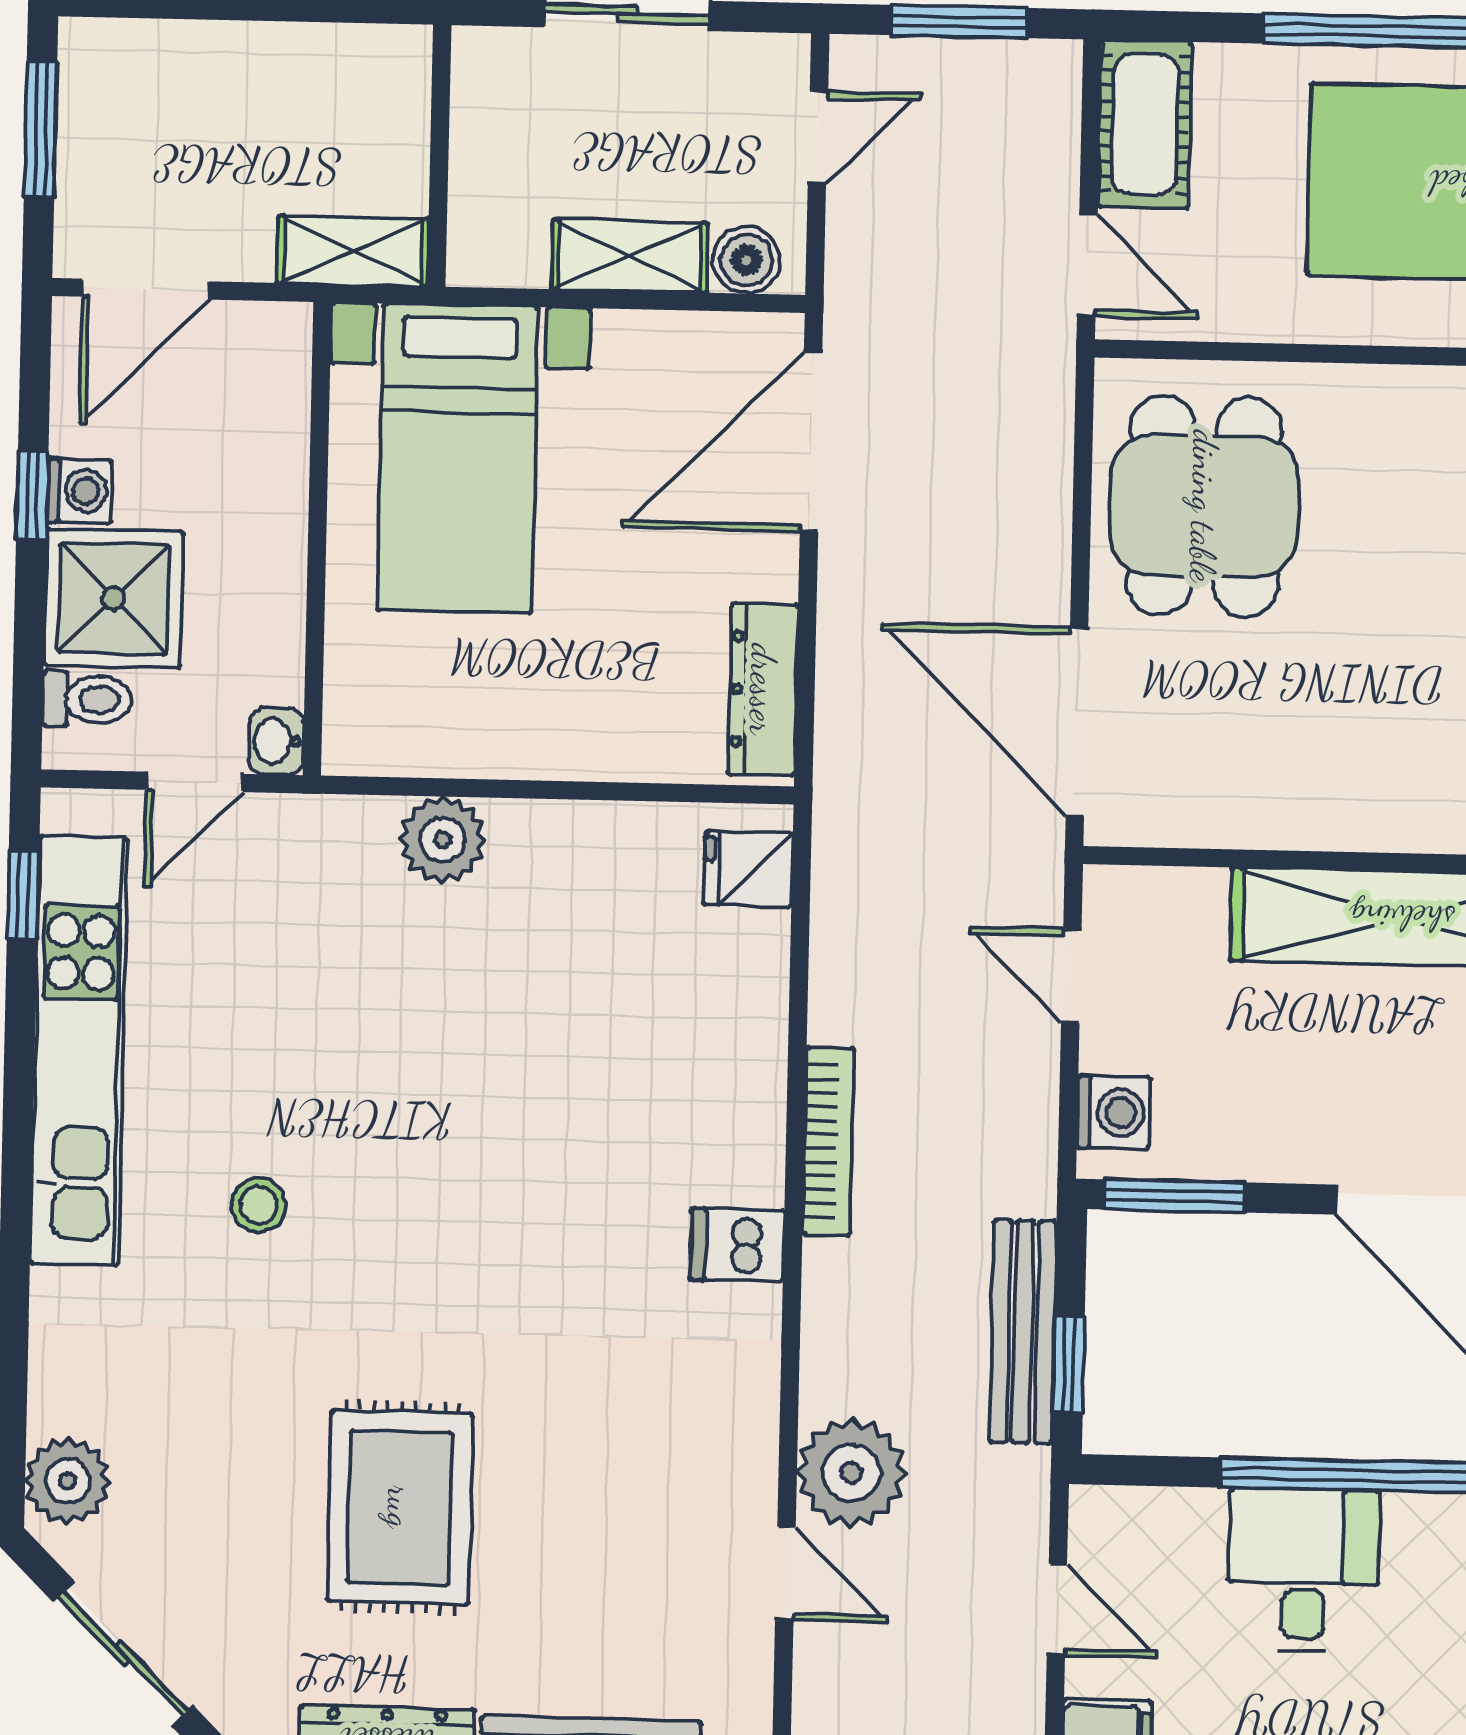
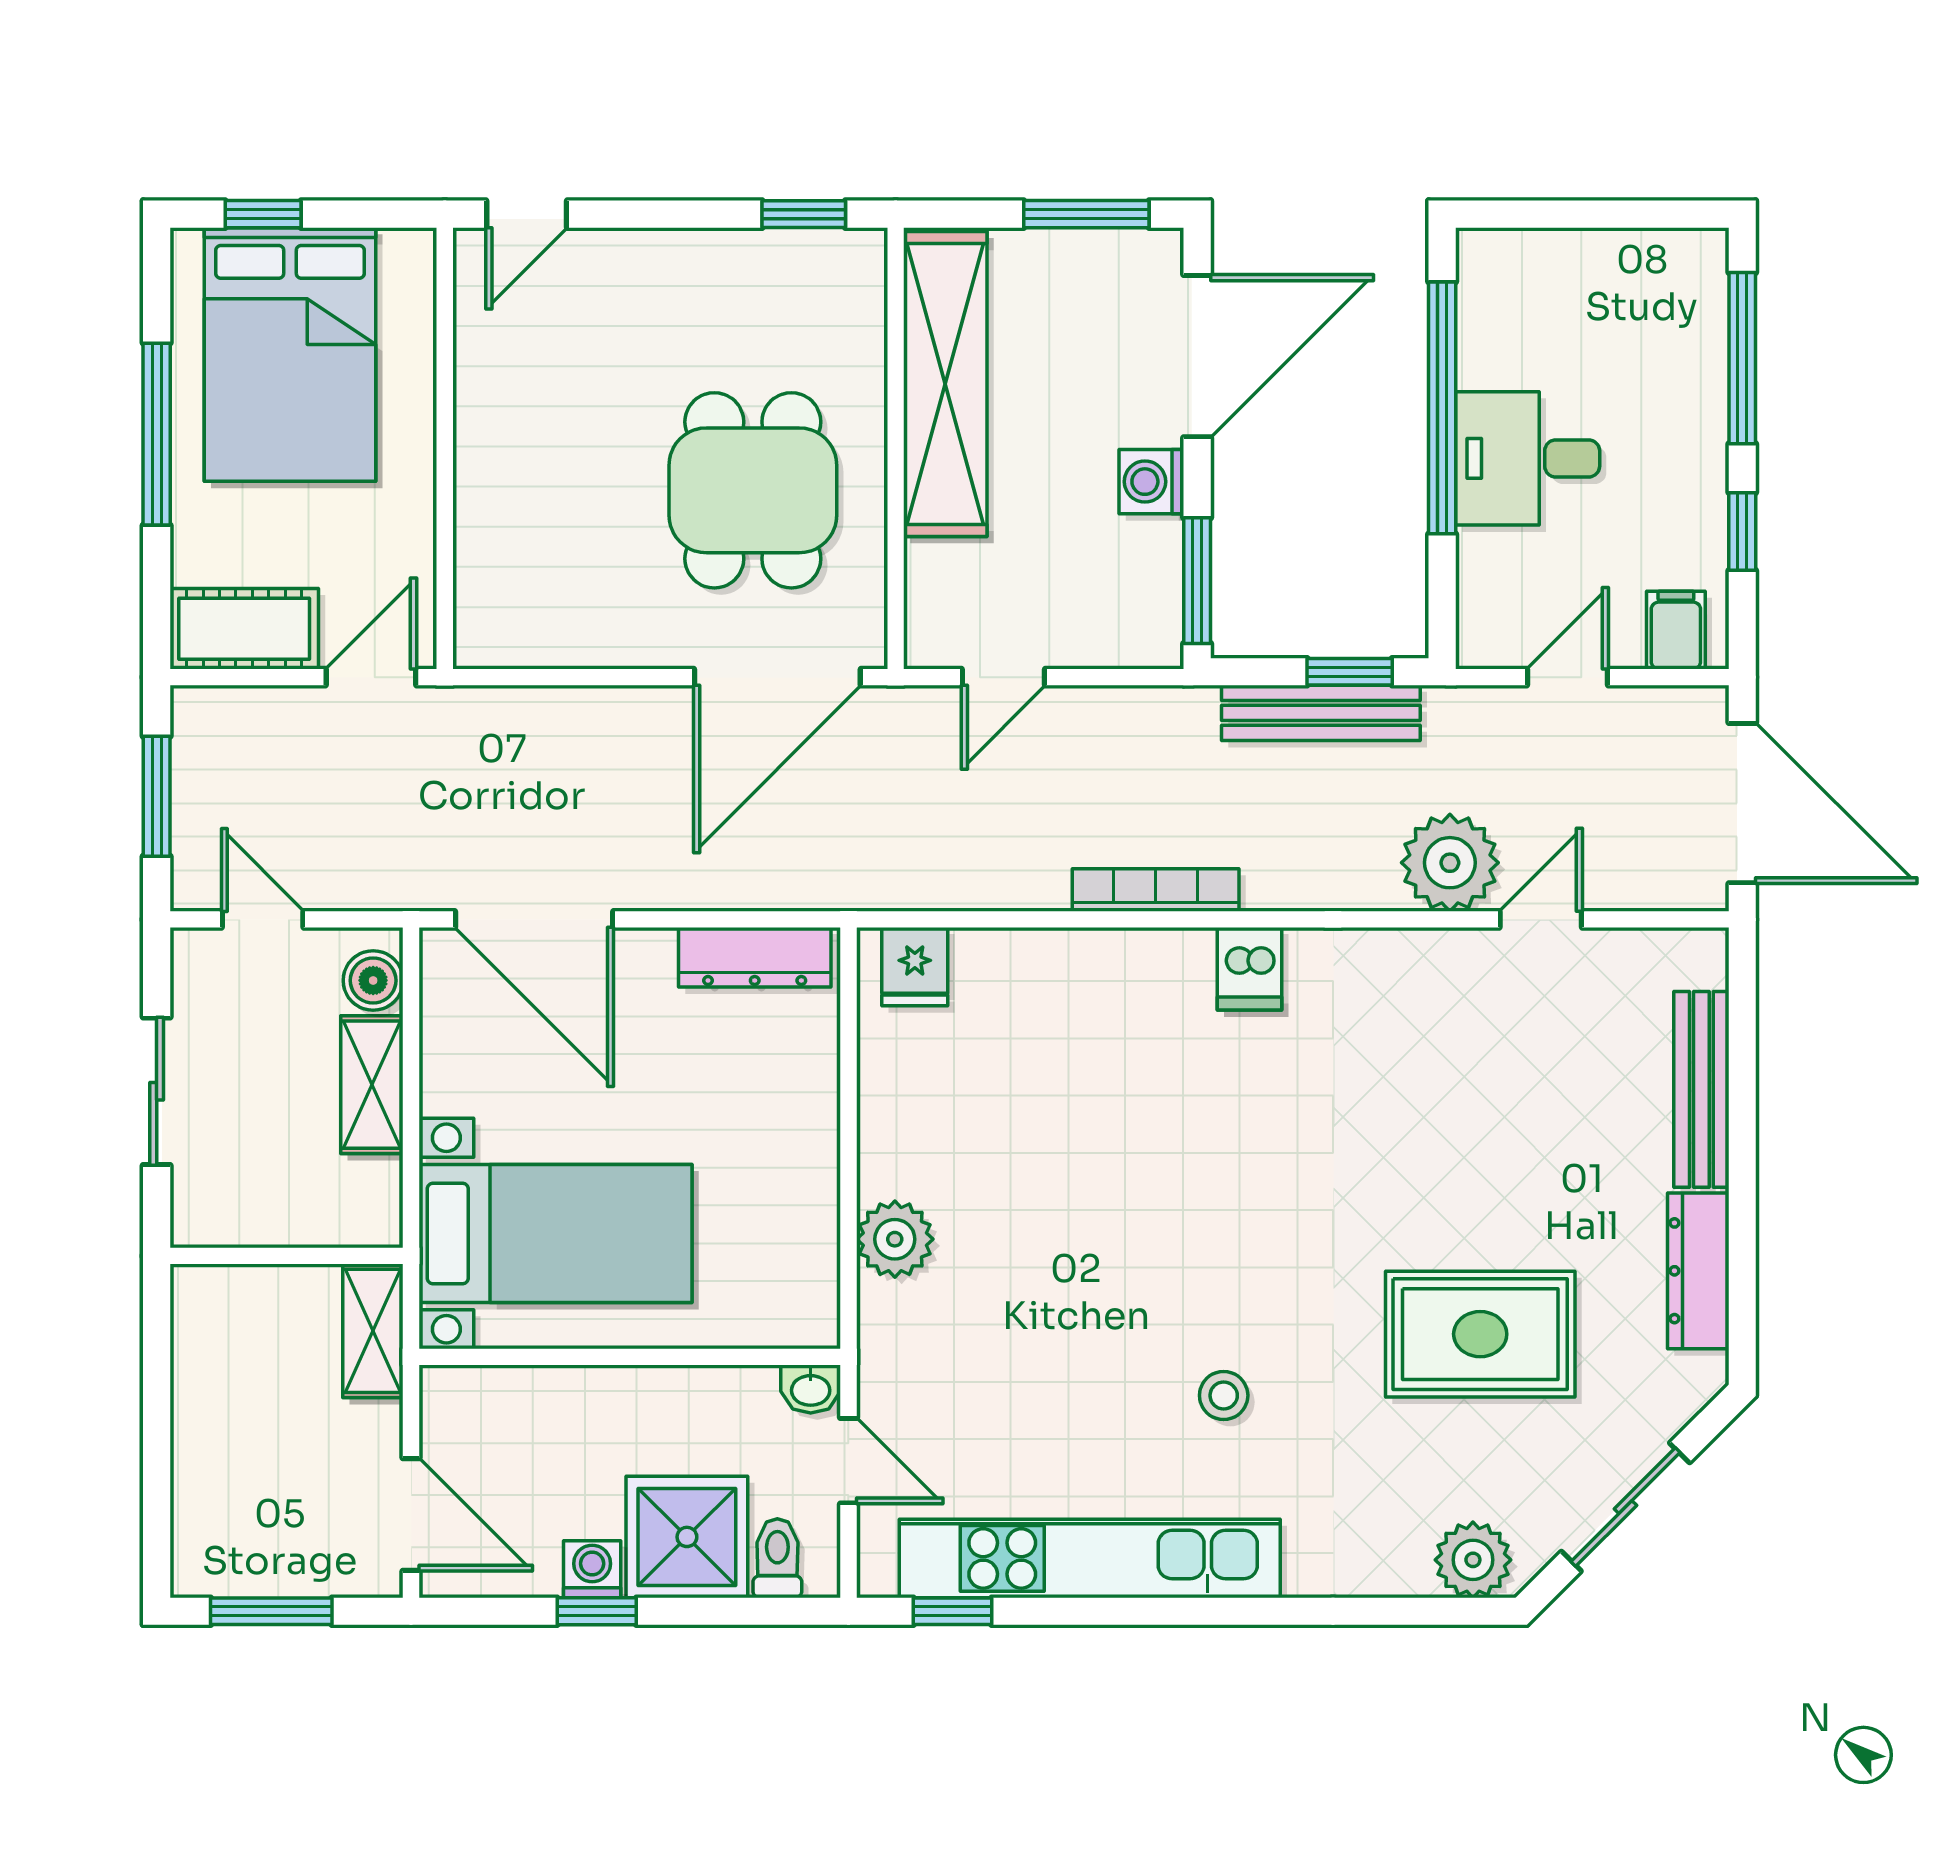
dining table: (1204, 506) -> (753, 490), moved, turned 90
washing machine: (1113, 1112) -> (1151, 482), moved, turned -90
rug: (400, 1507) -> (1480, 1334), moved

